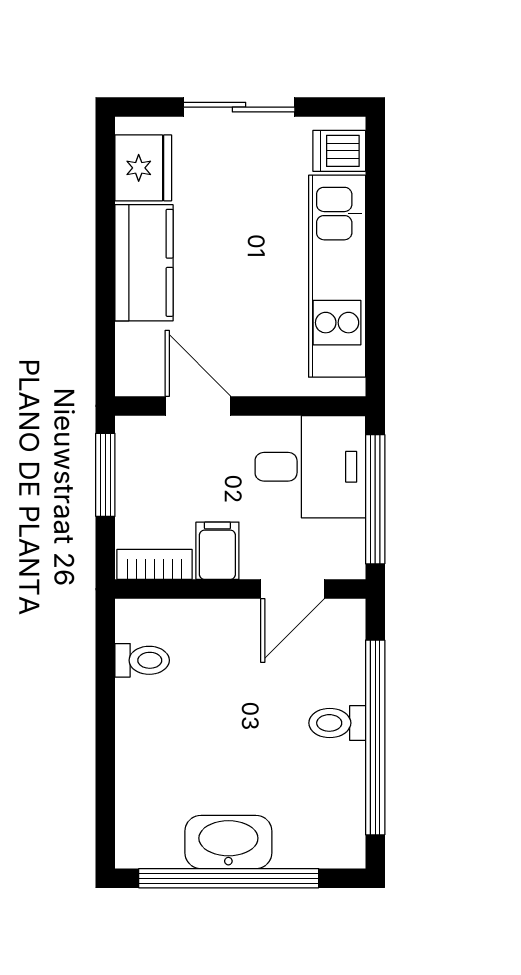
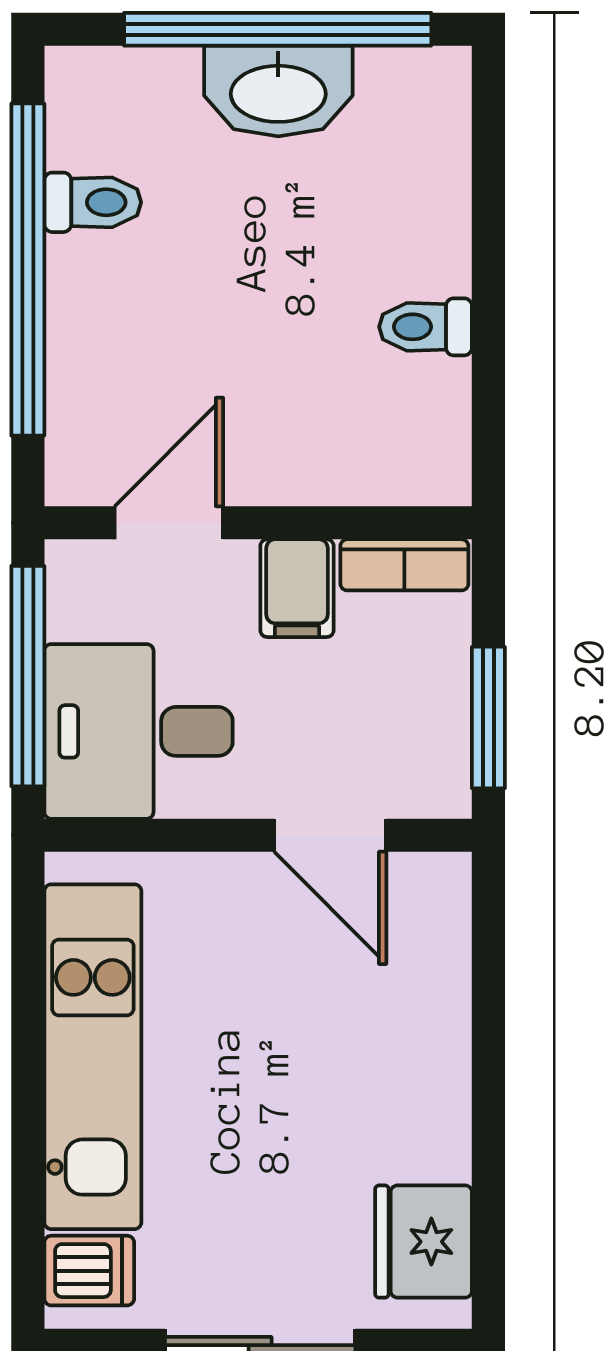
kitchen counter: (144, 263) -> (422, 1080), removed
toilet: (142, 660) -> (425, 327), moved
toilet: (337, 723) -> (93, 202), moved

